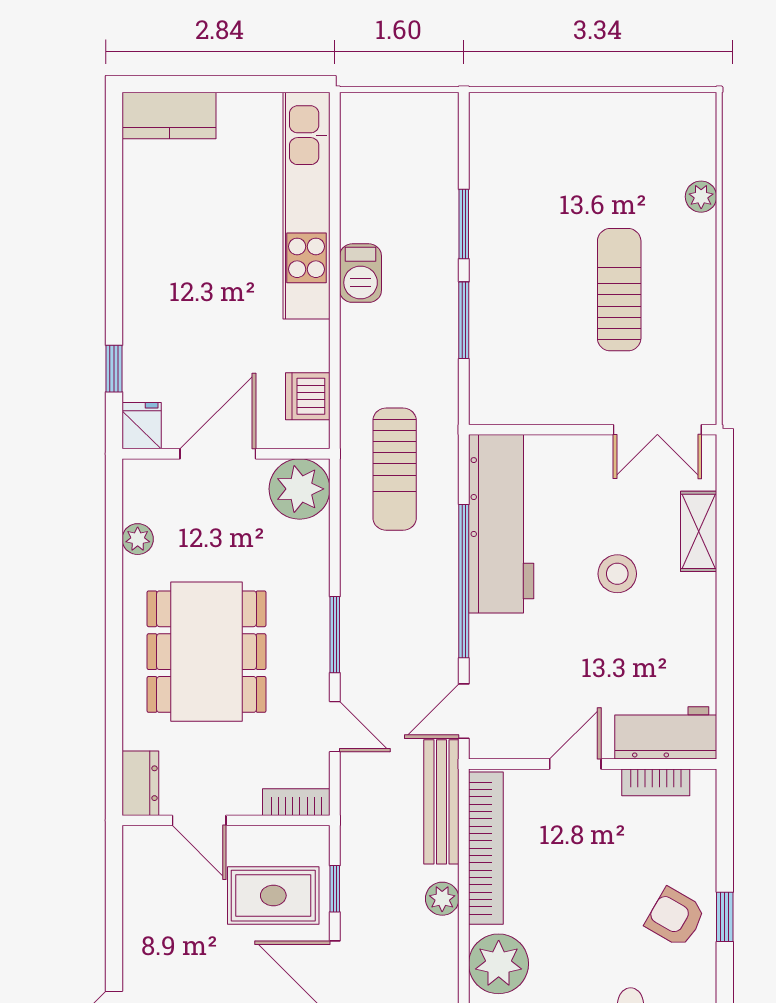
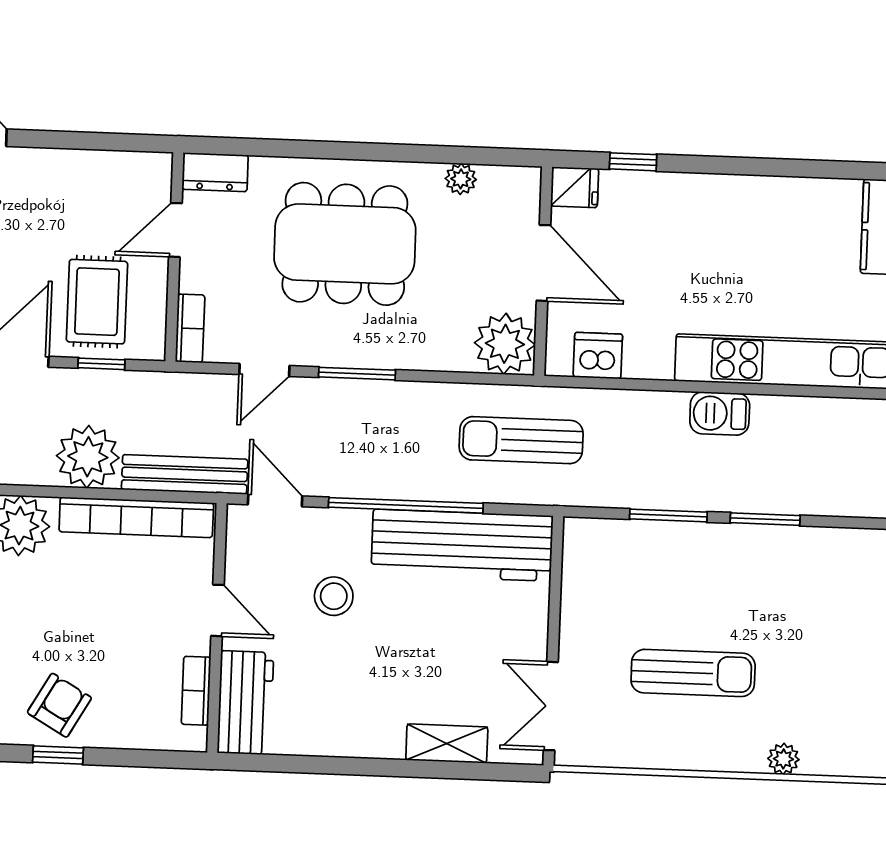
stool: (617, 574) -> (334, 596), moved
plant: (442, 899) -> (88, 457), width x1.88, depth x1.88

